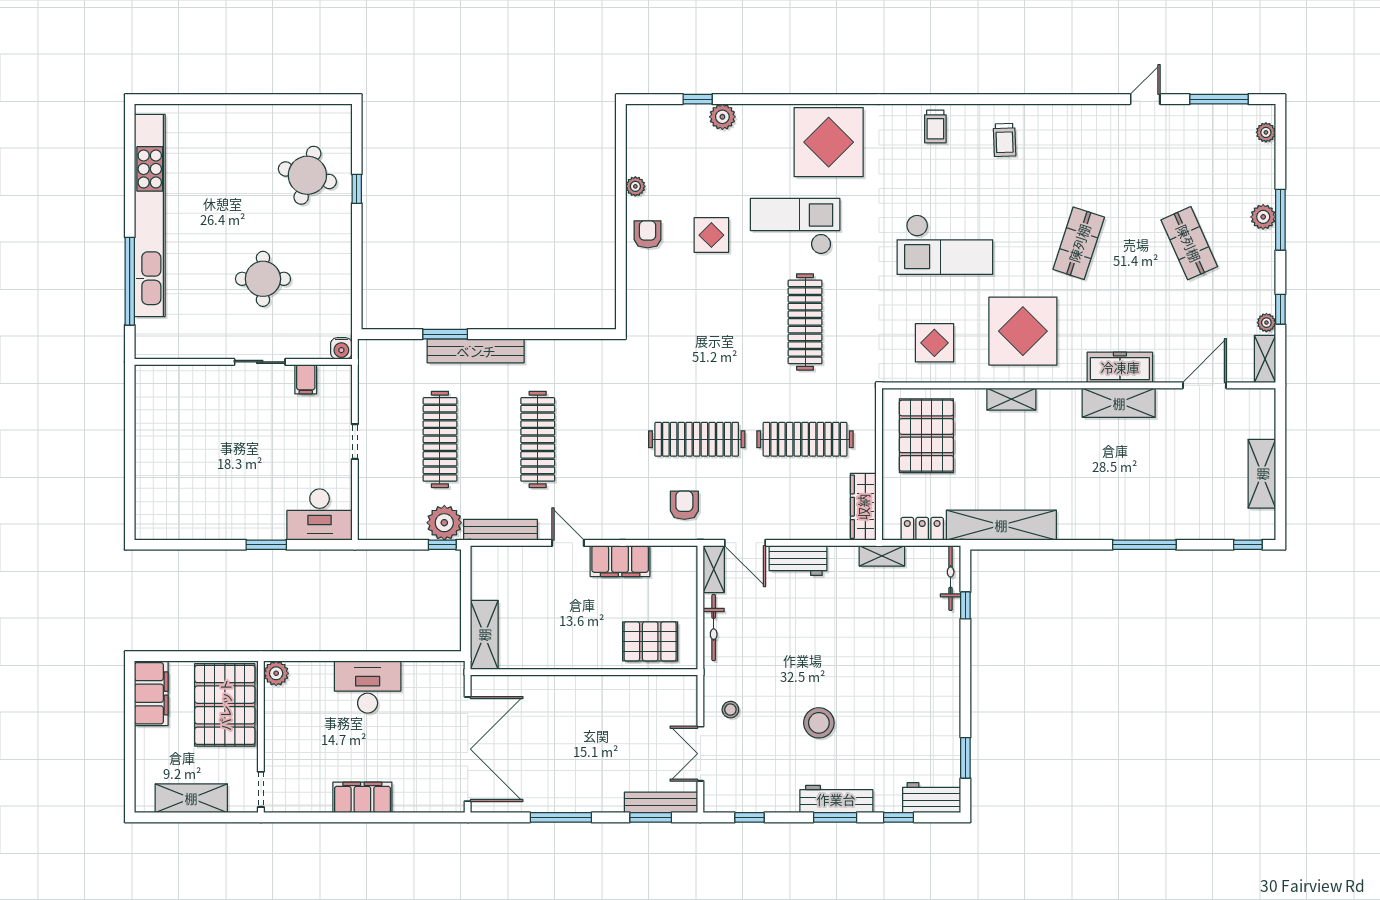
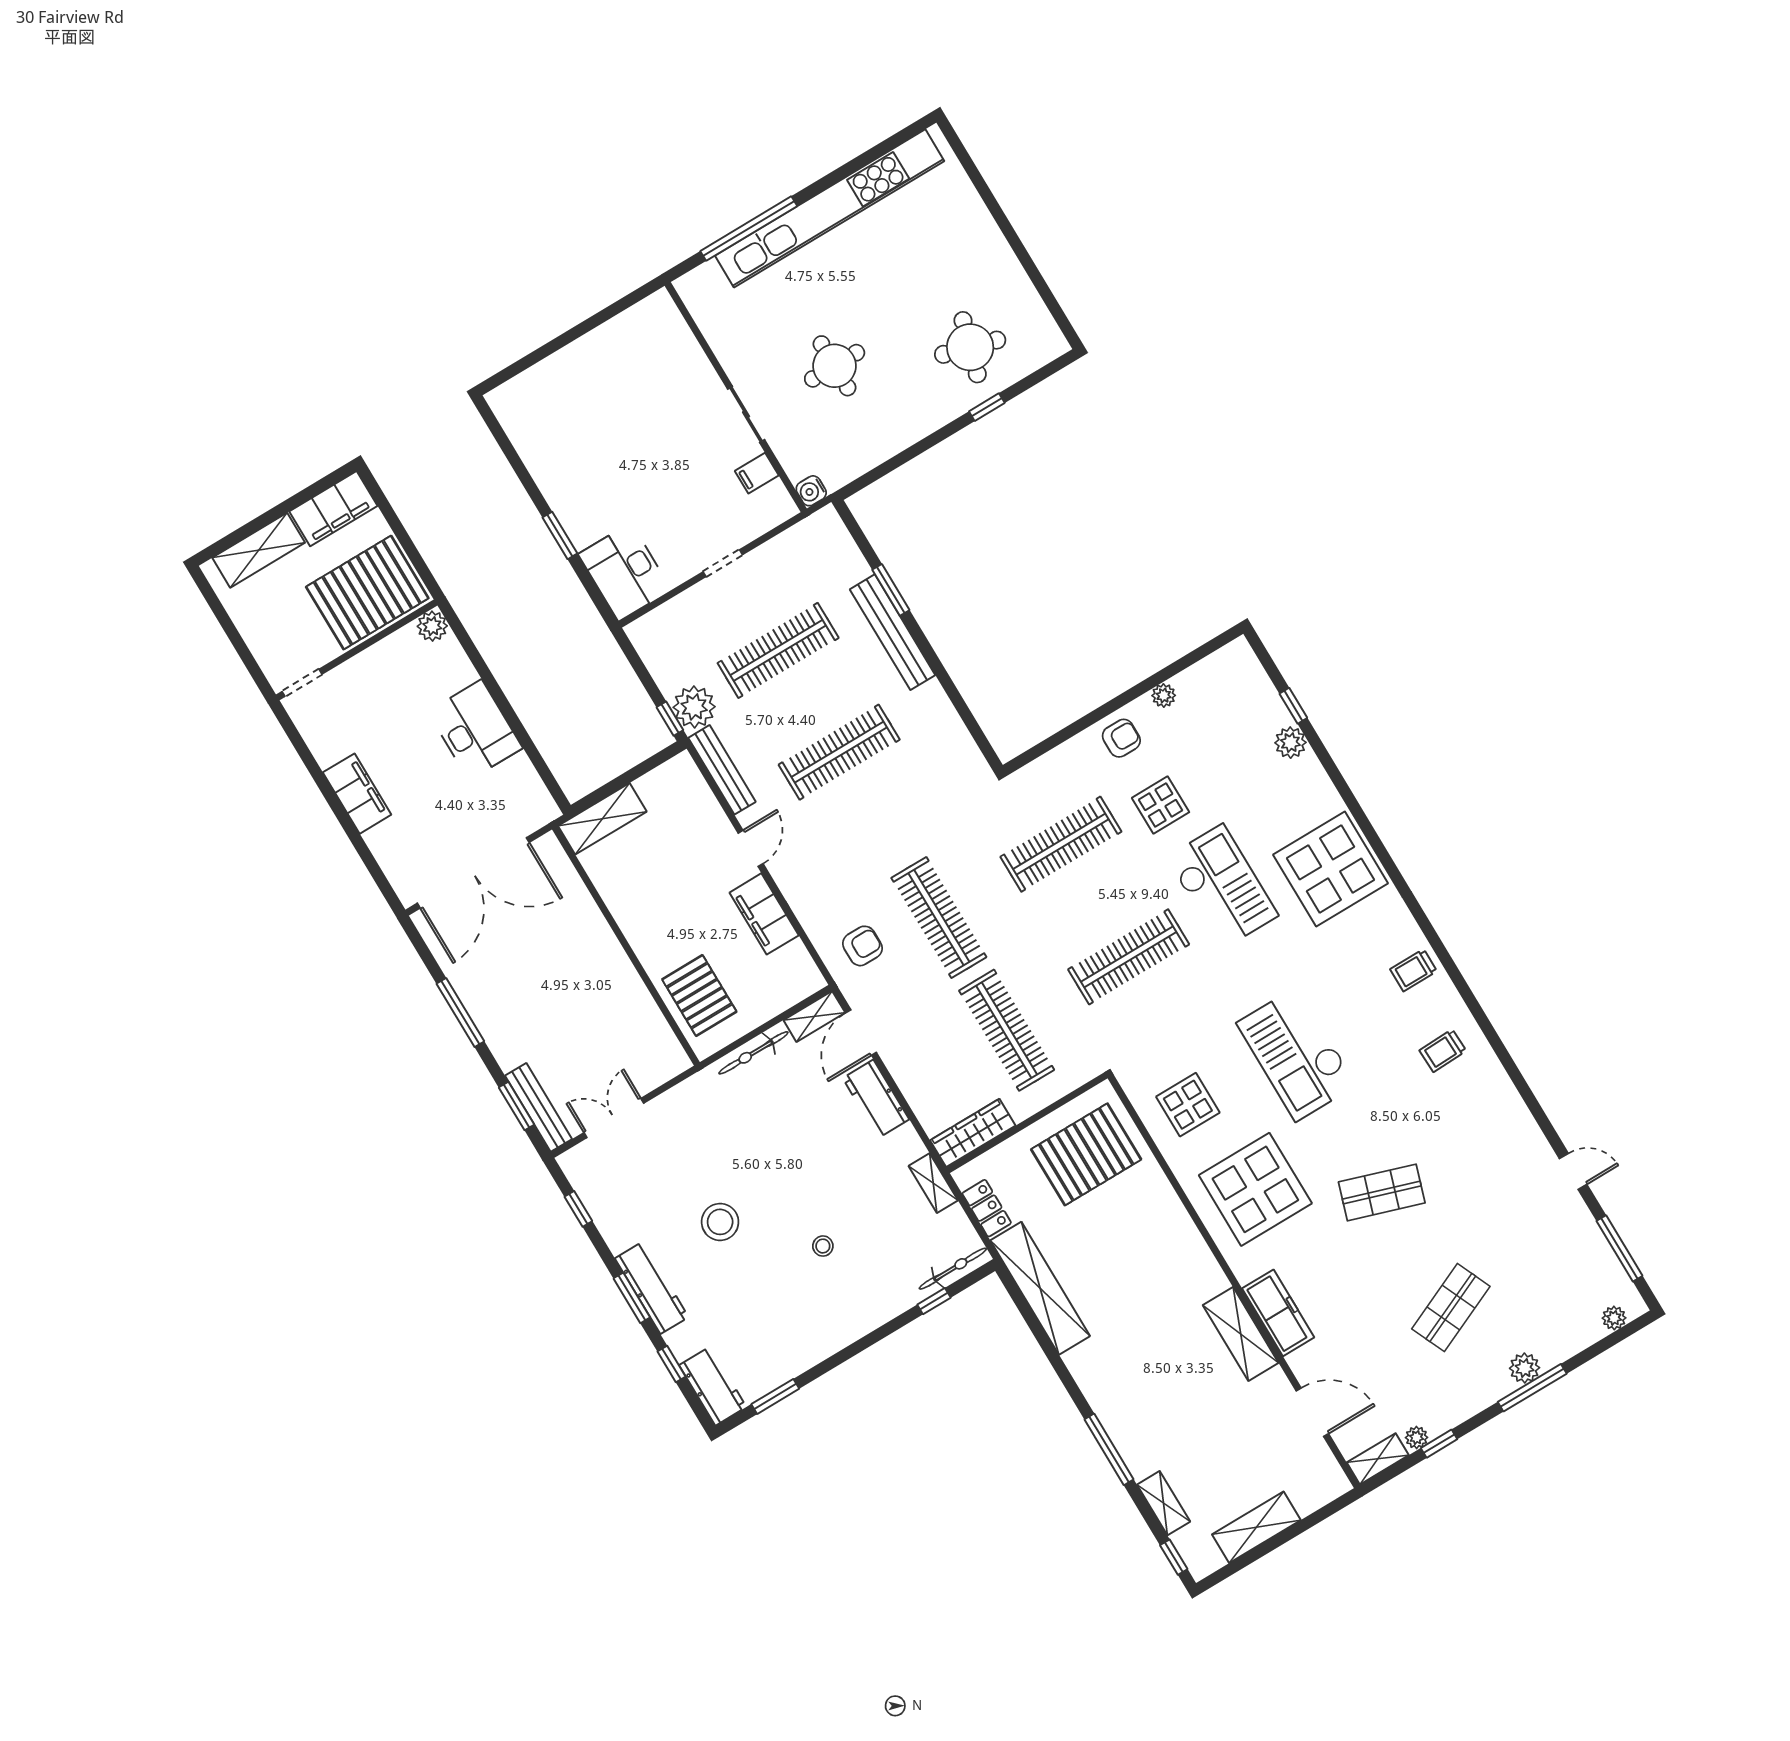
clothes rail: (697, 322) -> (1061, 844), added
shelving: (1011, 399) -> (1164, 1503), moved
stool: (730, 710) -> (823, 1246), moved
shelving: (191, 798) -> (259, 550), moved, turned 90

